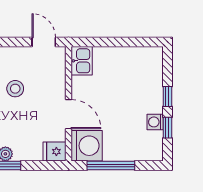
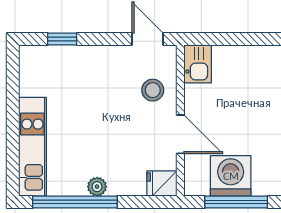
stool: (15, 89) -> (153, 90), moved
washing machine: (87, 146) -> (231, 176), moved, turned -90

